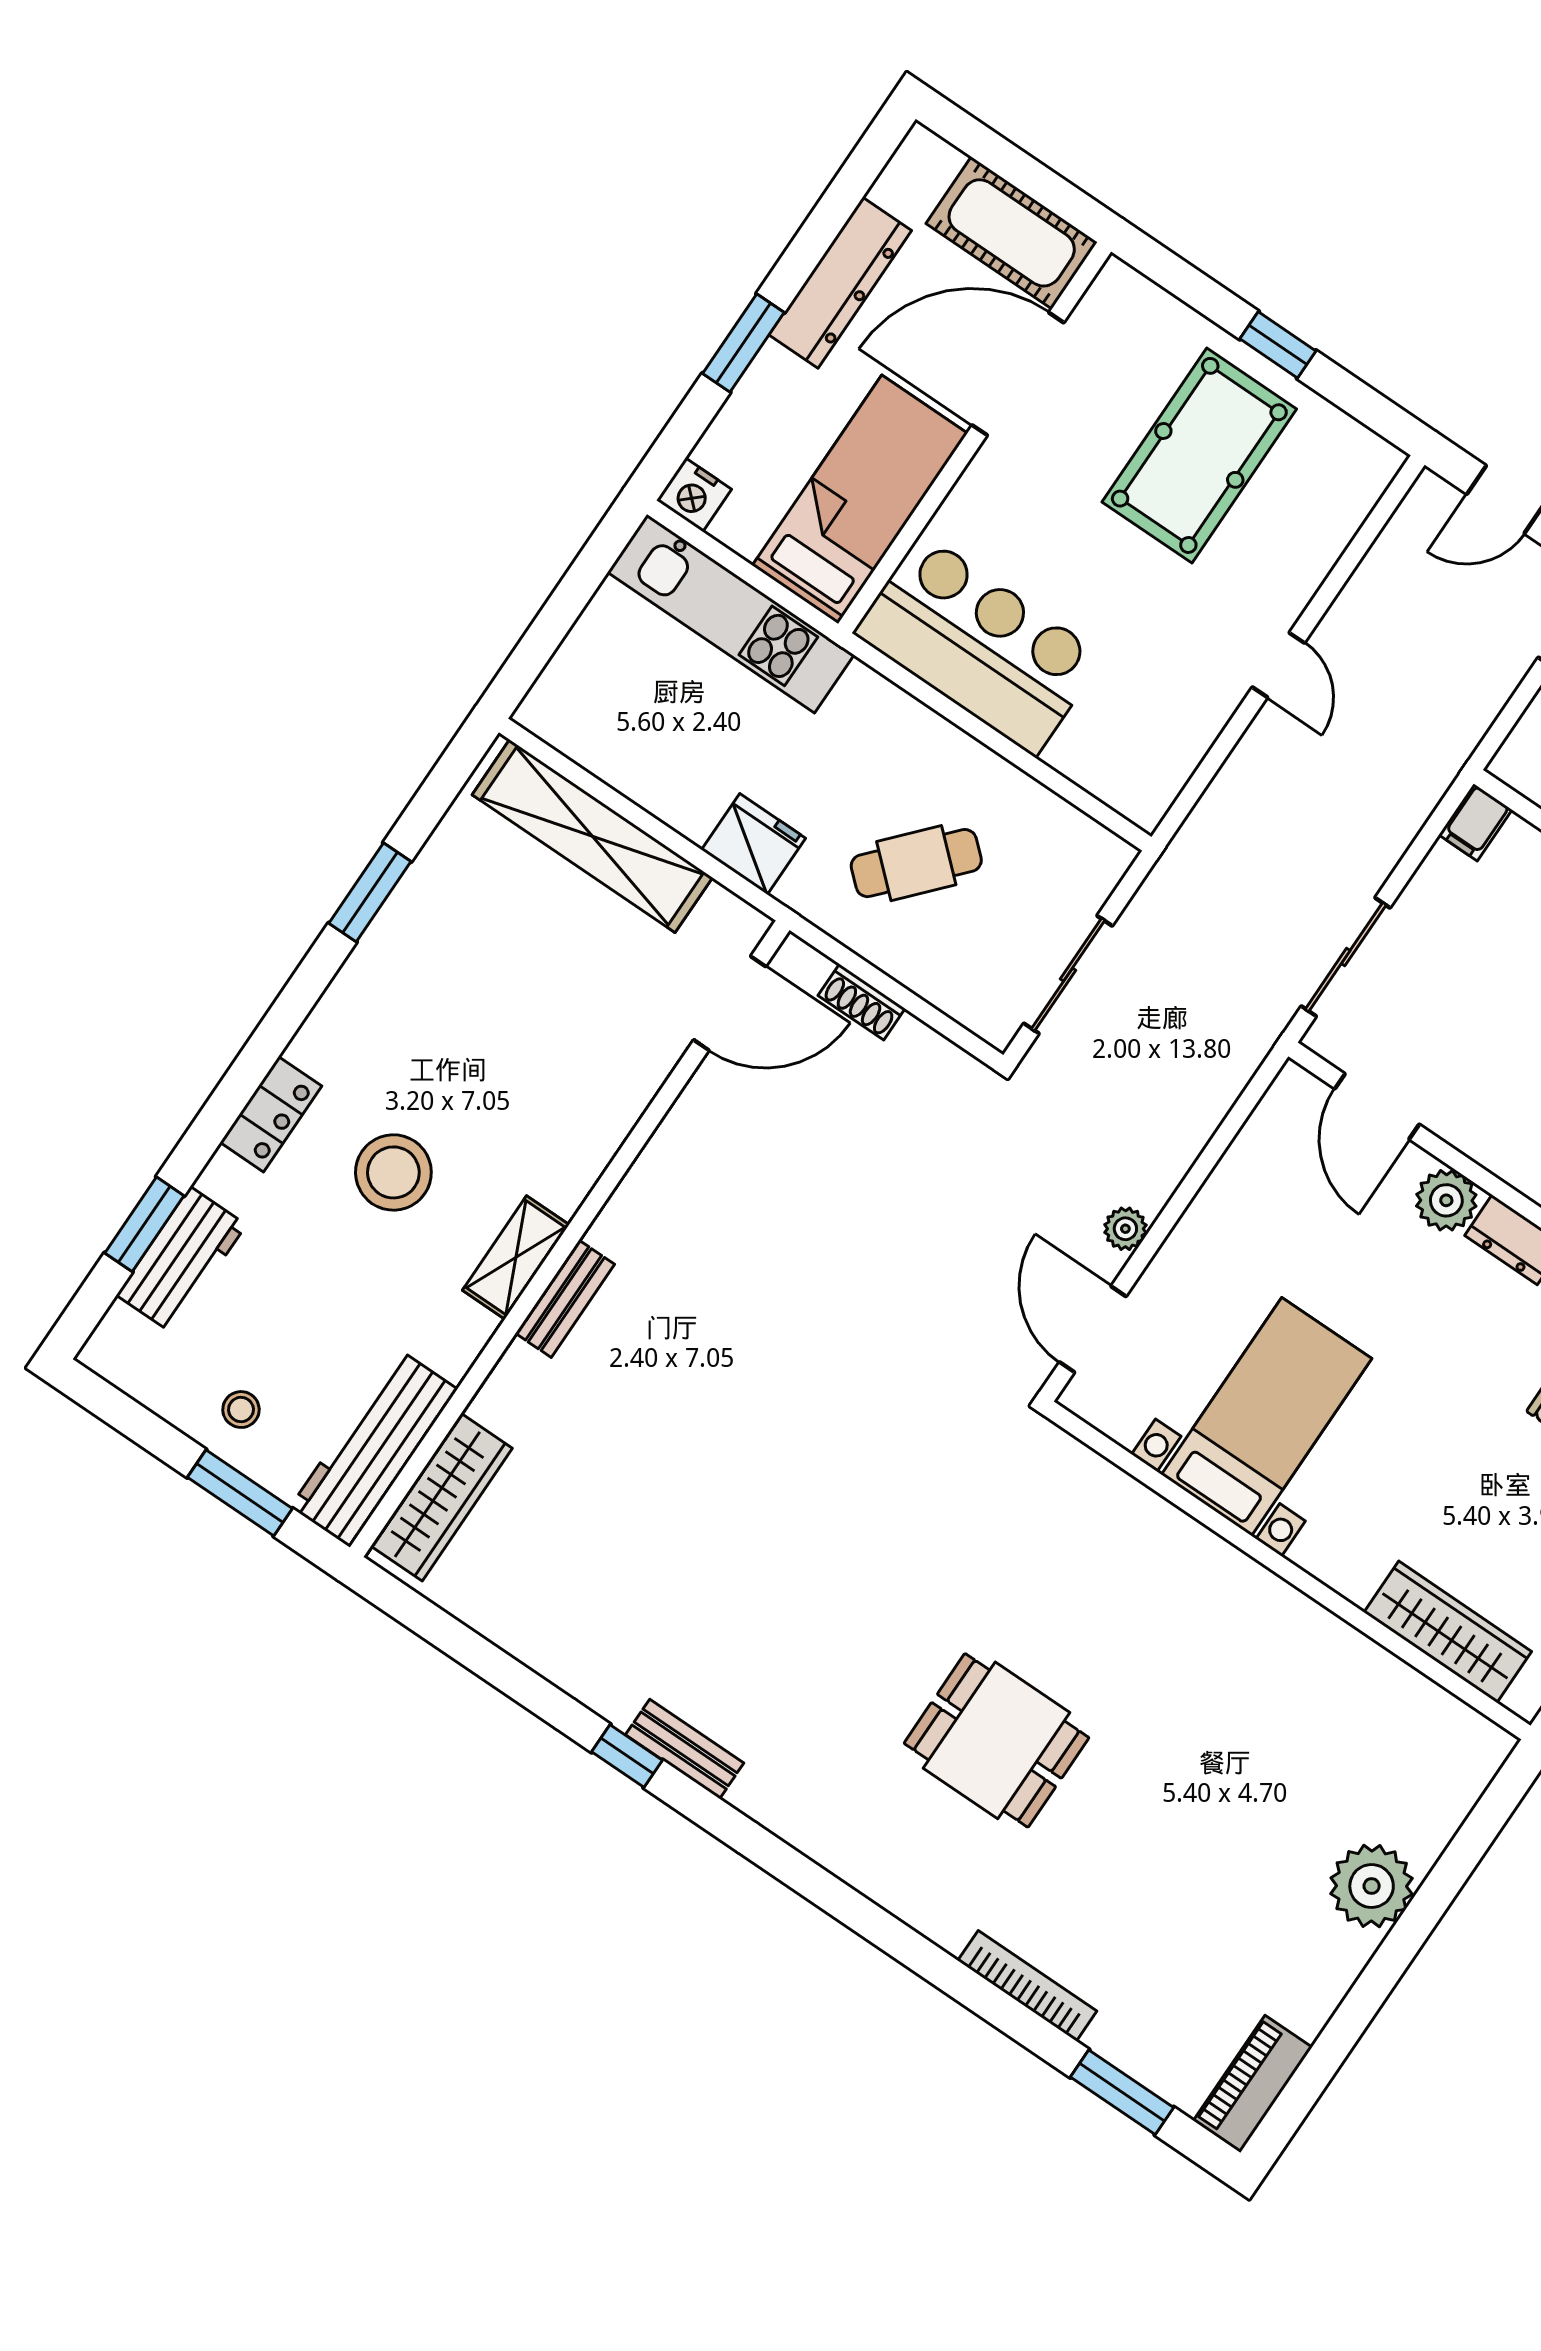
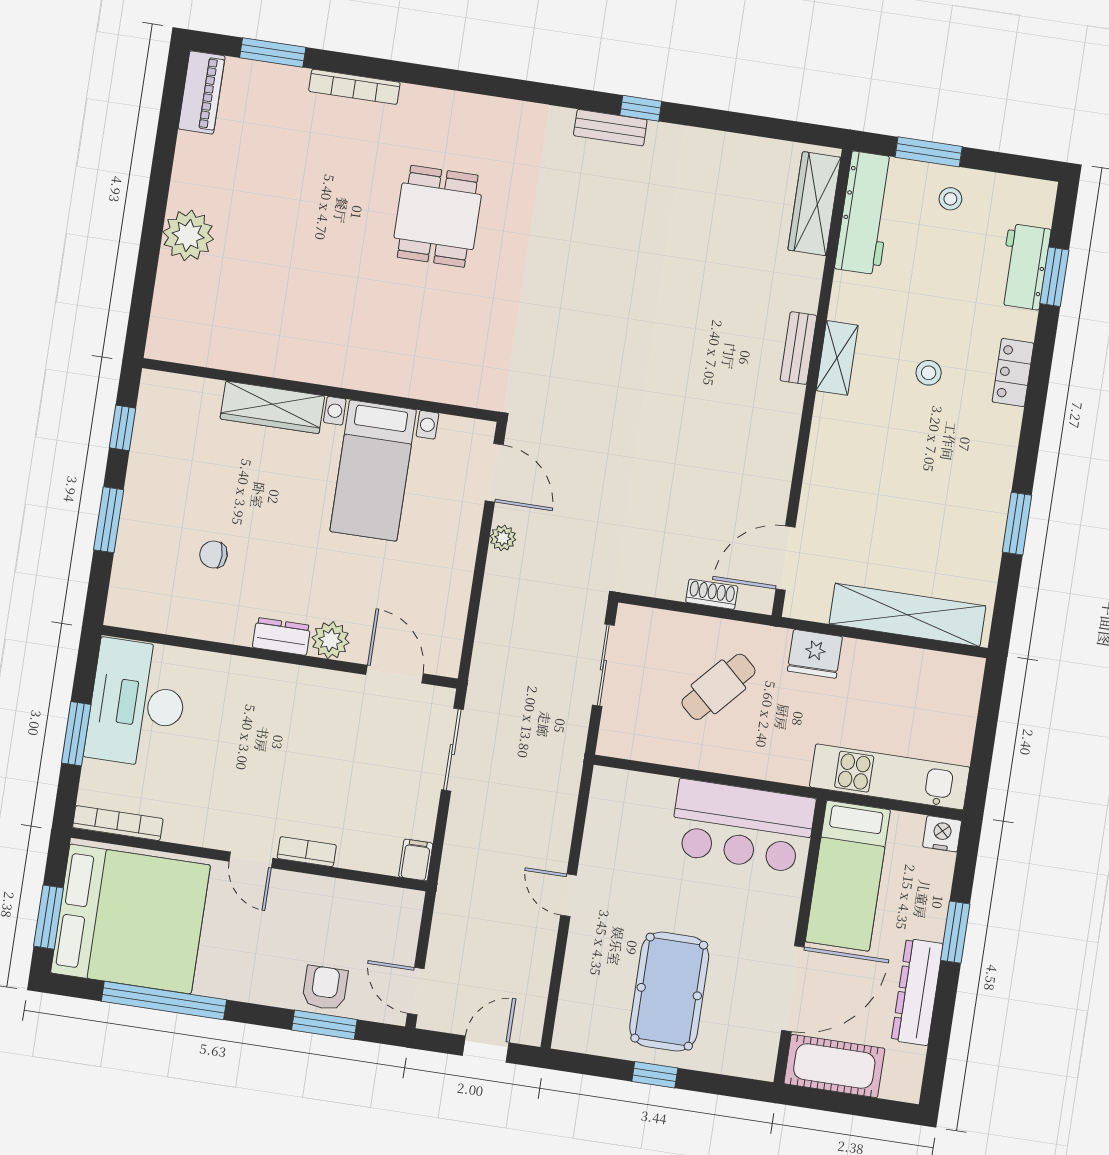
stool: (393, 1172) -> (929, 373), width x0.53, depth x0.53
wardrobe: (1448, 1632) -> (272, 407), moved
dining table: (996, 1740) -> (438, 216), turned 90

